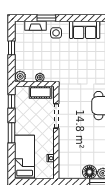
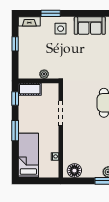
fireplace: (35, 26) -> (29, 21), moved
plant: (20, 76) -> (24, 73), removed
cot: (40, 92) -> (30, 89), moved
floor lamp: (90, 172) -> (74, 171), moved

